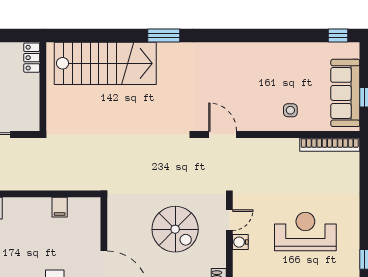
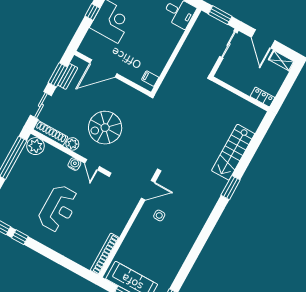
stairs: (105, 63) -> (233, 152), width x0.73, depth x0.66
side table: (290, 110) -> (159, 215), moved
filing cabinet: (60, 207) -> (150, 79), moved
plant: (217, 258) -> (72, 144), added

